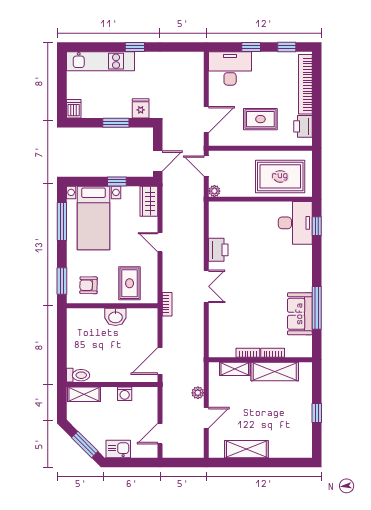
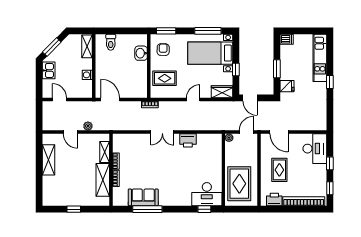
washbasin: (115, 317) -> (141, 53), moved
toilet: (78, 375) -> (111, 42), moved

